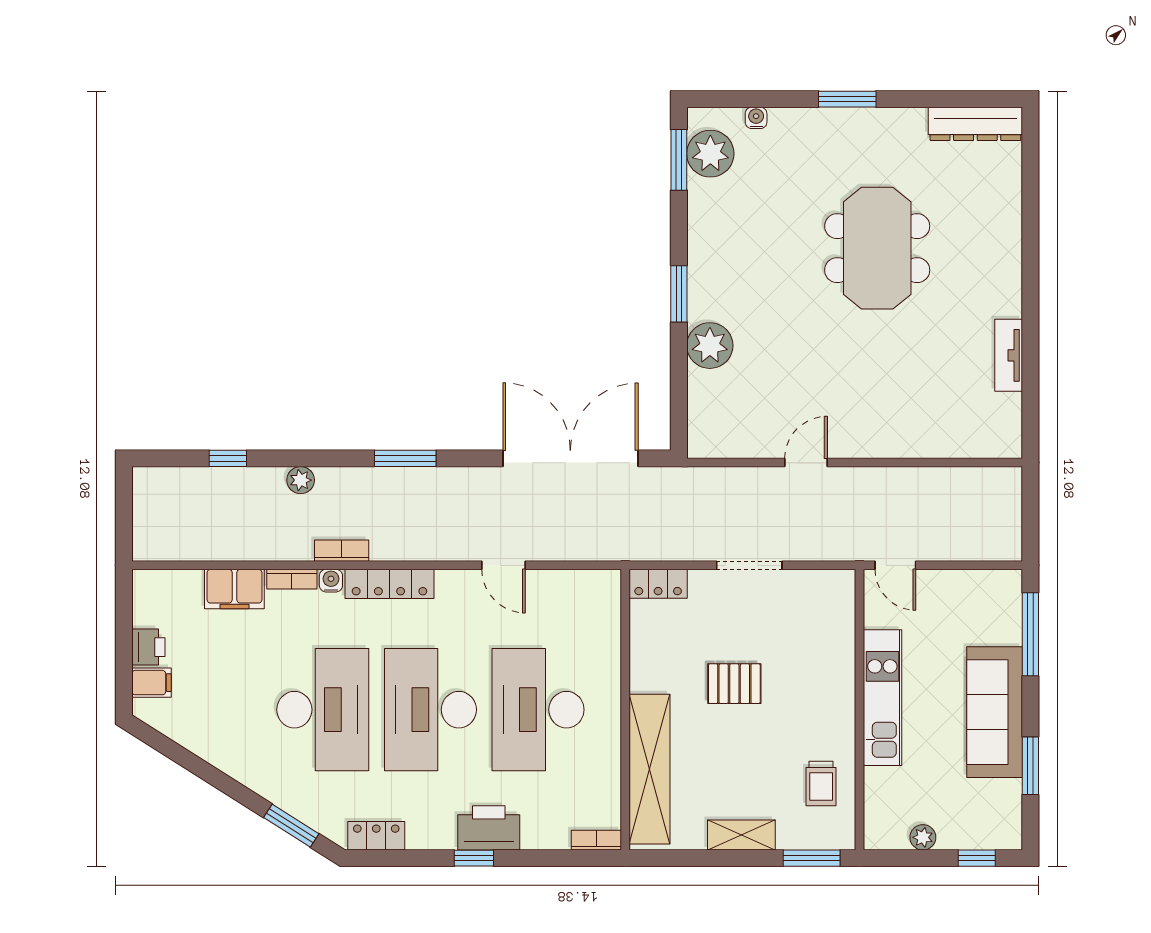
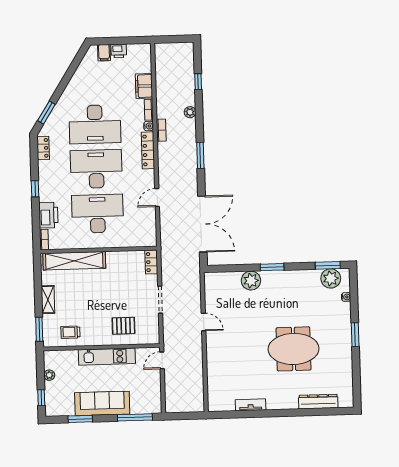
dresser: (975, 124) -> (318, 402), moved, turned 90
pallet: (734, 684) -> (123, 326), moved, turned 90
printer: (489, 828) -> (48, 215), moved

